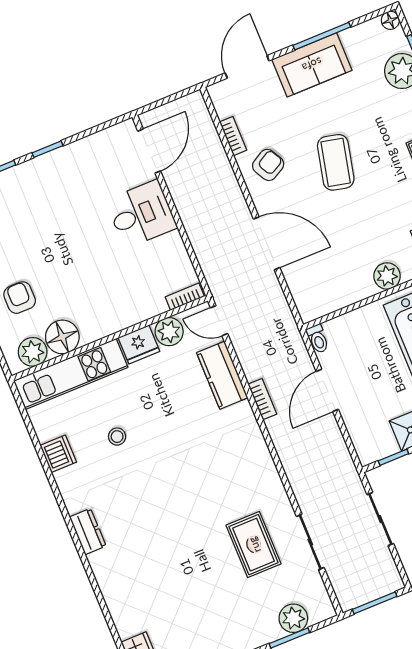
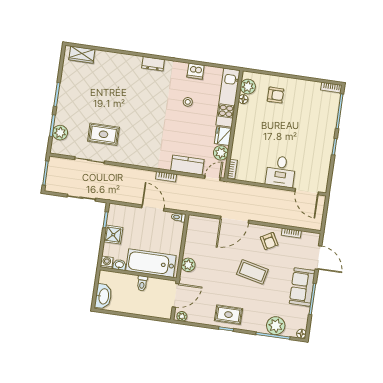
floor lamp: (62, 337) -> (243, 99), width x0.53, depth x0.53

